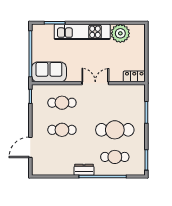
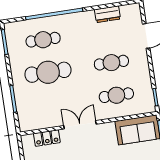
locker: (134, 76) -> (47, 138), moved
double door: (95, 83) -> (80, 125), swing flipped
dresser: (84, 170) -> (107, 14), moved

